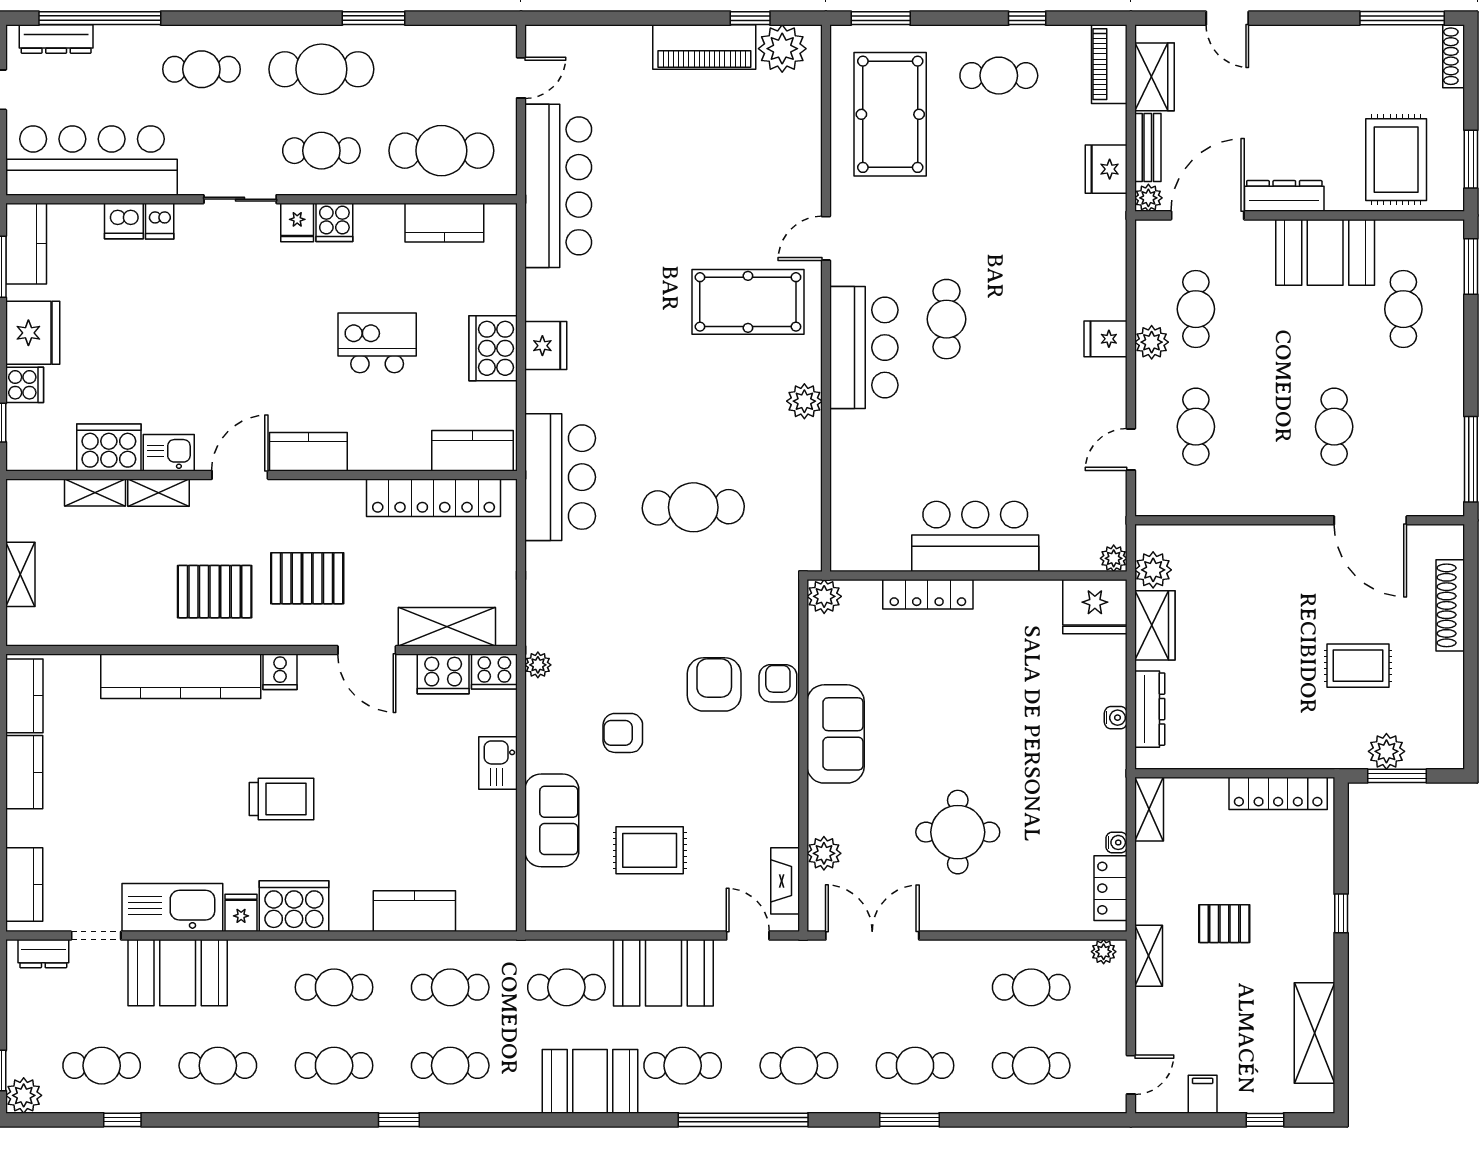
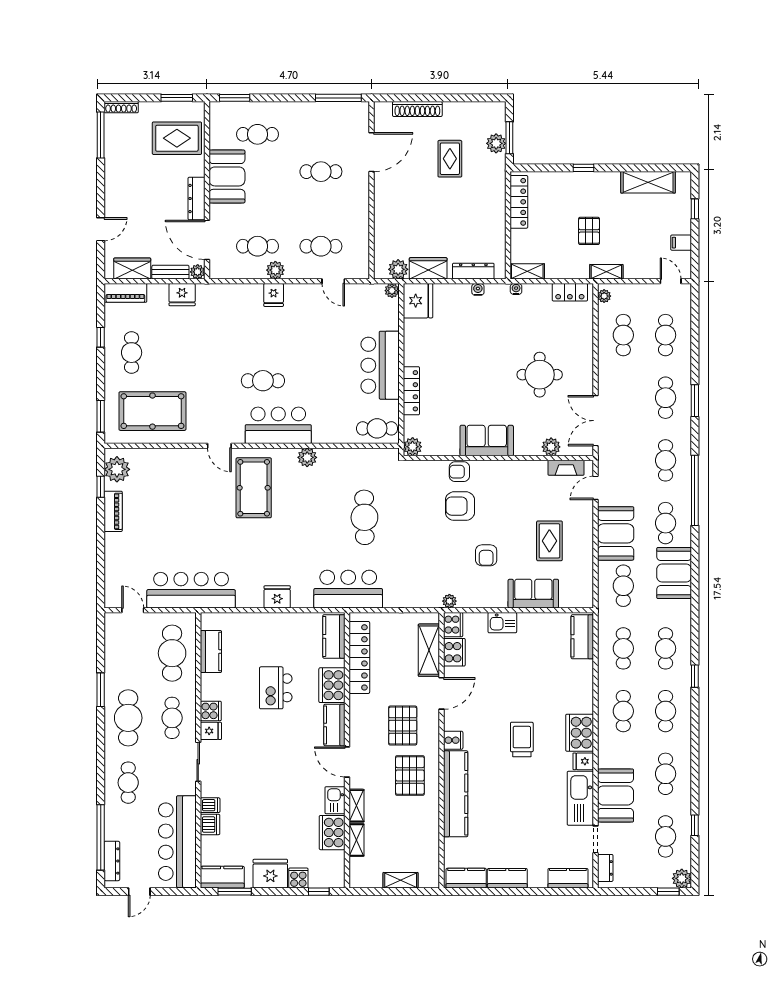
piano: (704, 47) -> (113, 511), width x0.73, depth x0.75
cooker: (493, 348) -> (332, 685), moved, turned 90
cafe table: (858, 531) -> (377, 428), added
water cooler: (1117, 842) -> (516, 289), moved
kitchen counter: (414, 911) -> (582, 637), moved

